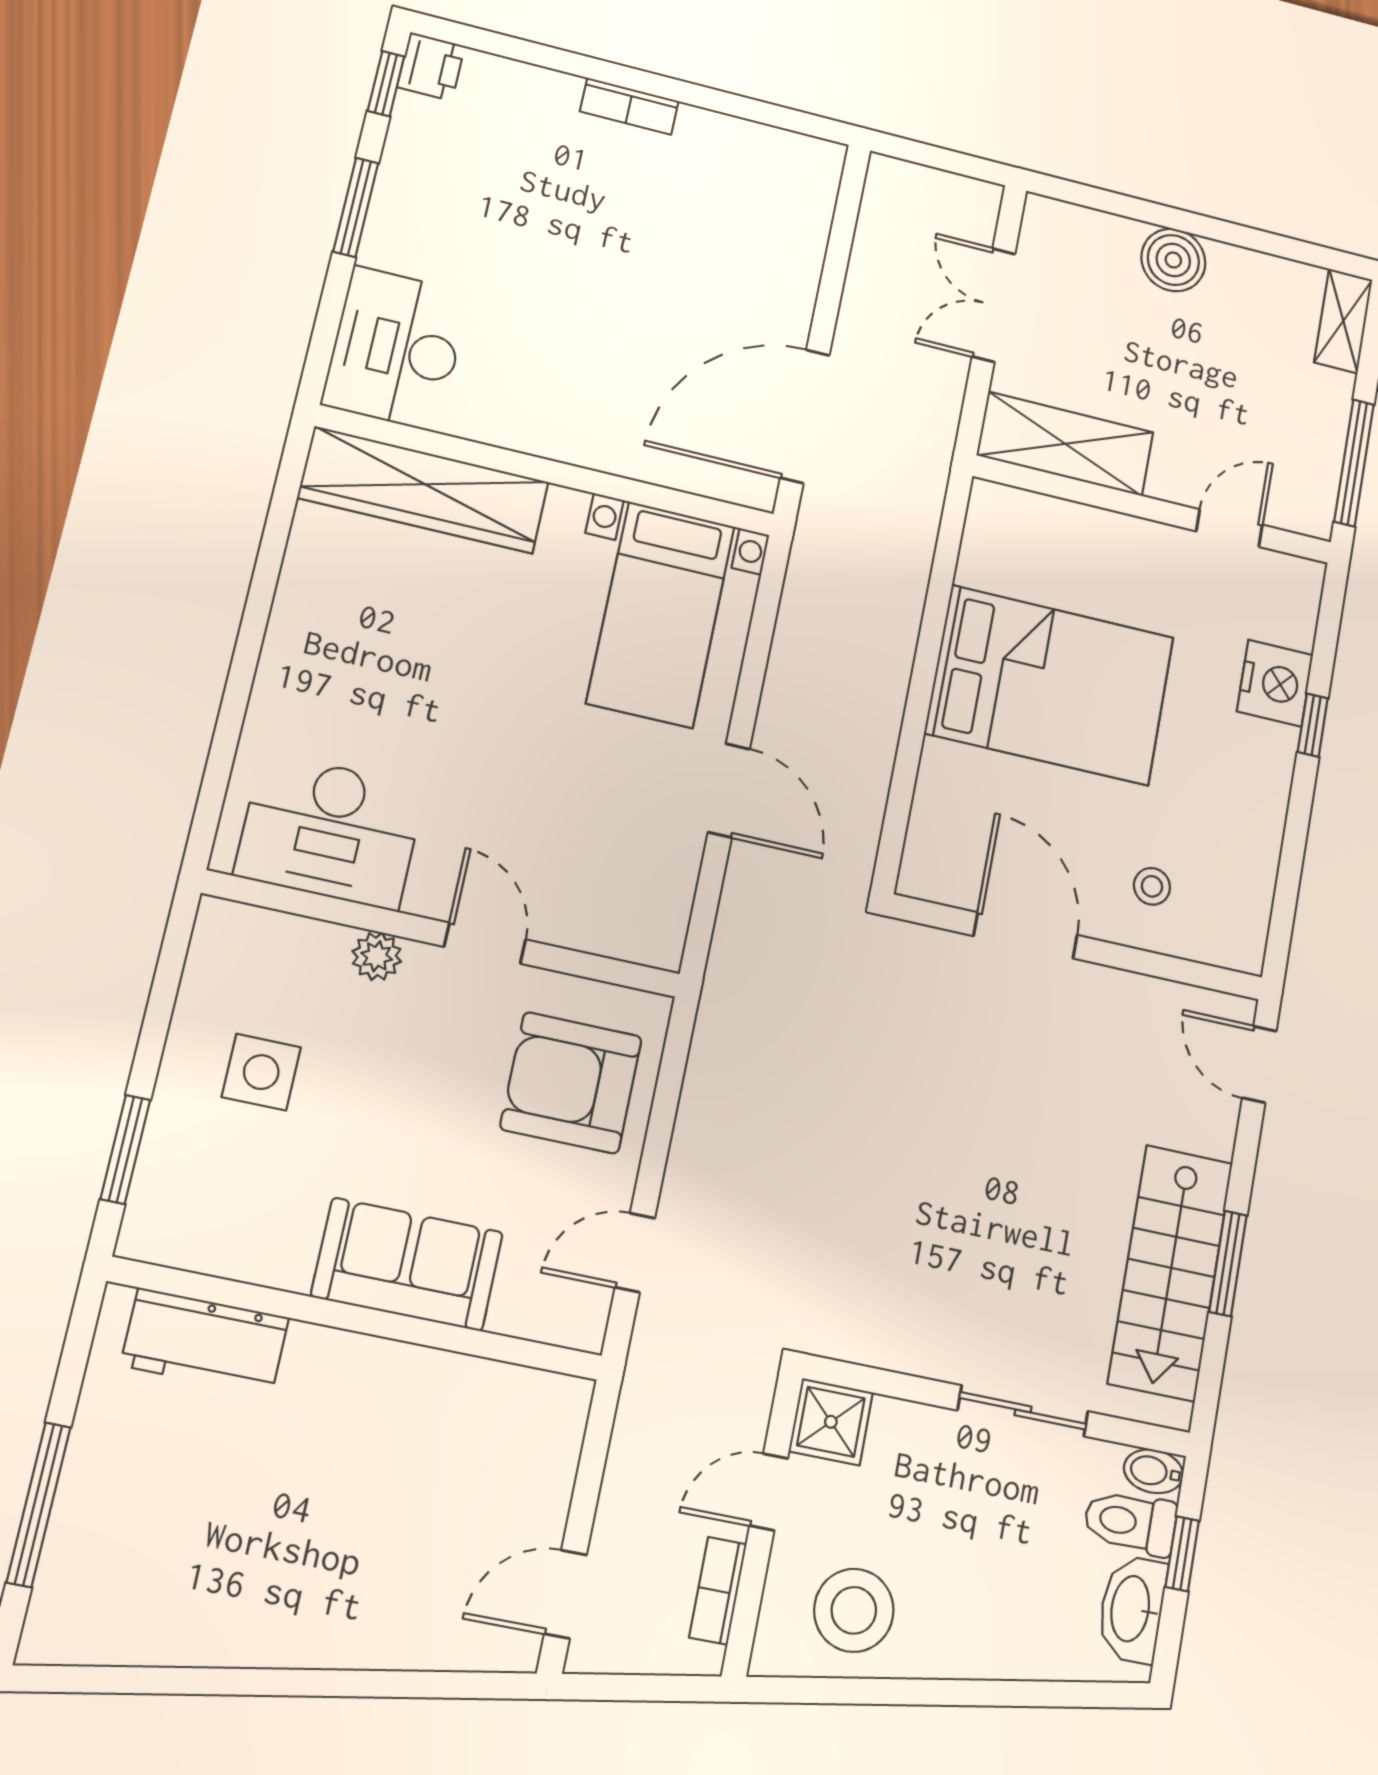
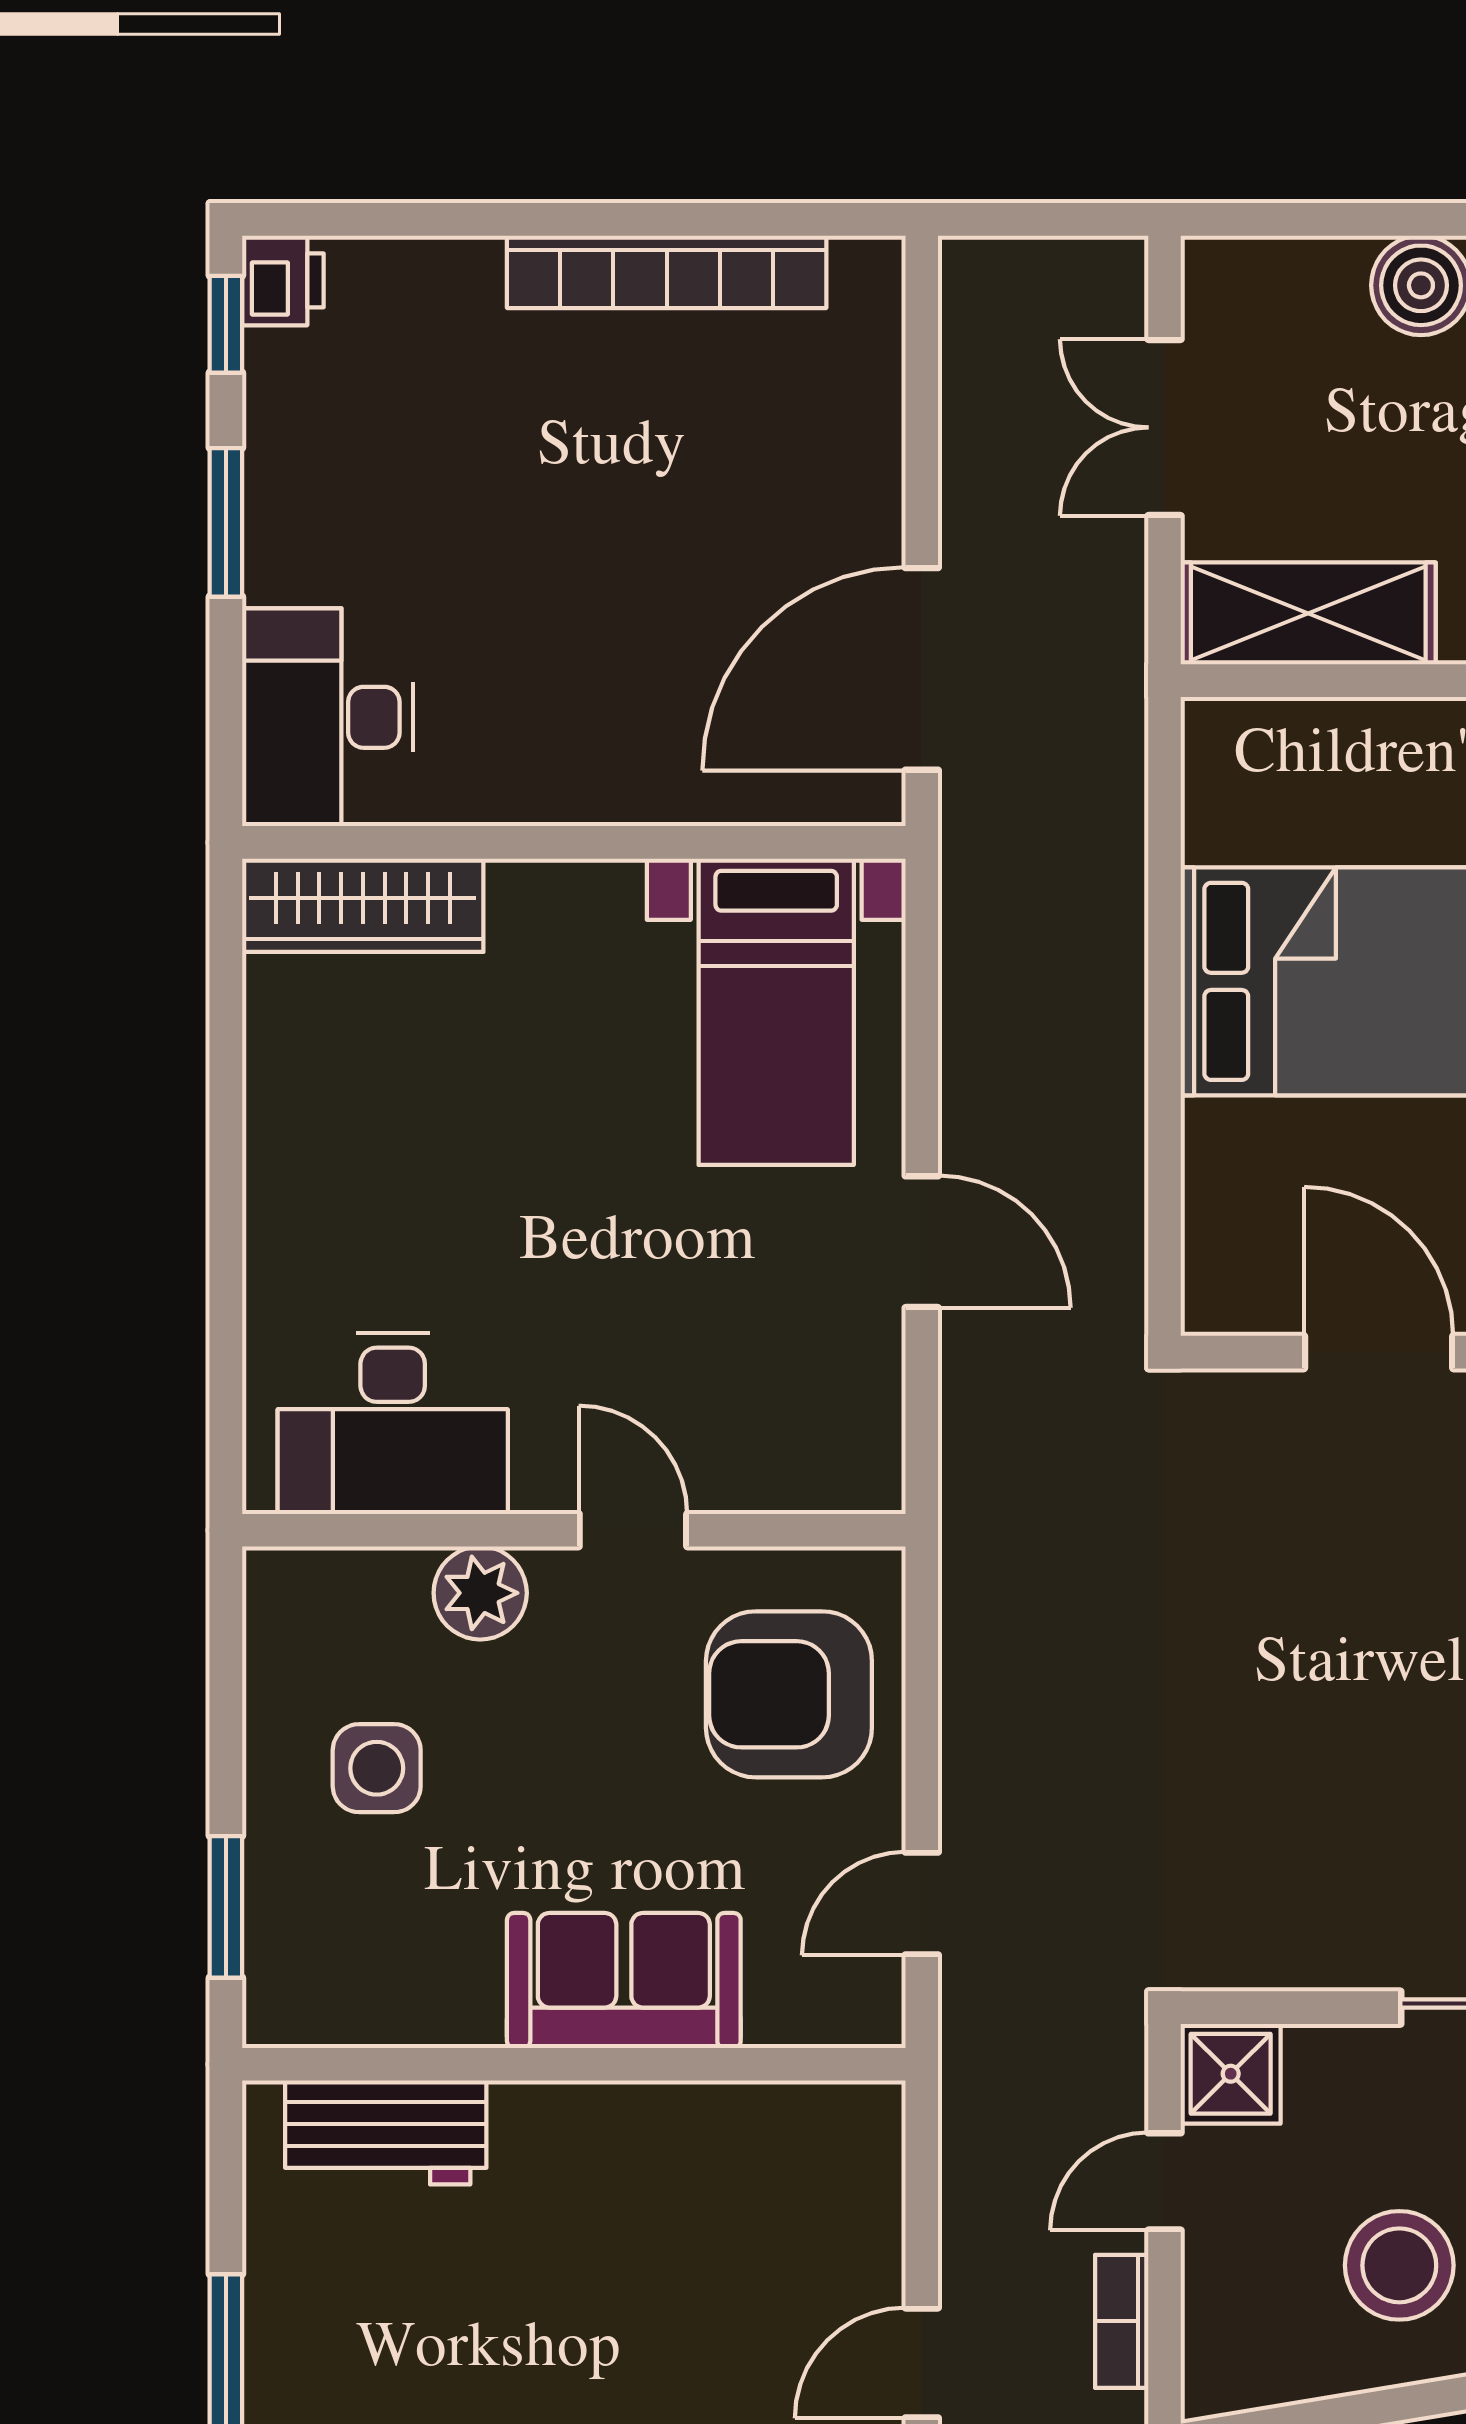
bookcase: (629, 106) -> (667, 272), width x2.31, depth x1.31
wardrobe: (423, 490) -> (363, 905), width x0.71, depth x0.85
plant: (377, 956) -> (480, 1593), width x1.38, depth x1.38
stool: (854, 1610) -> (1399, 2265), moved

